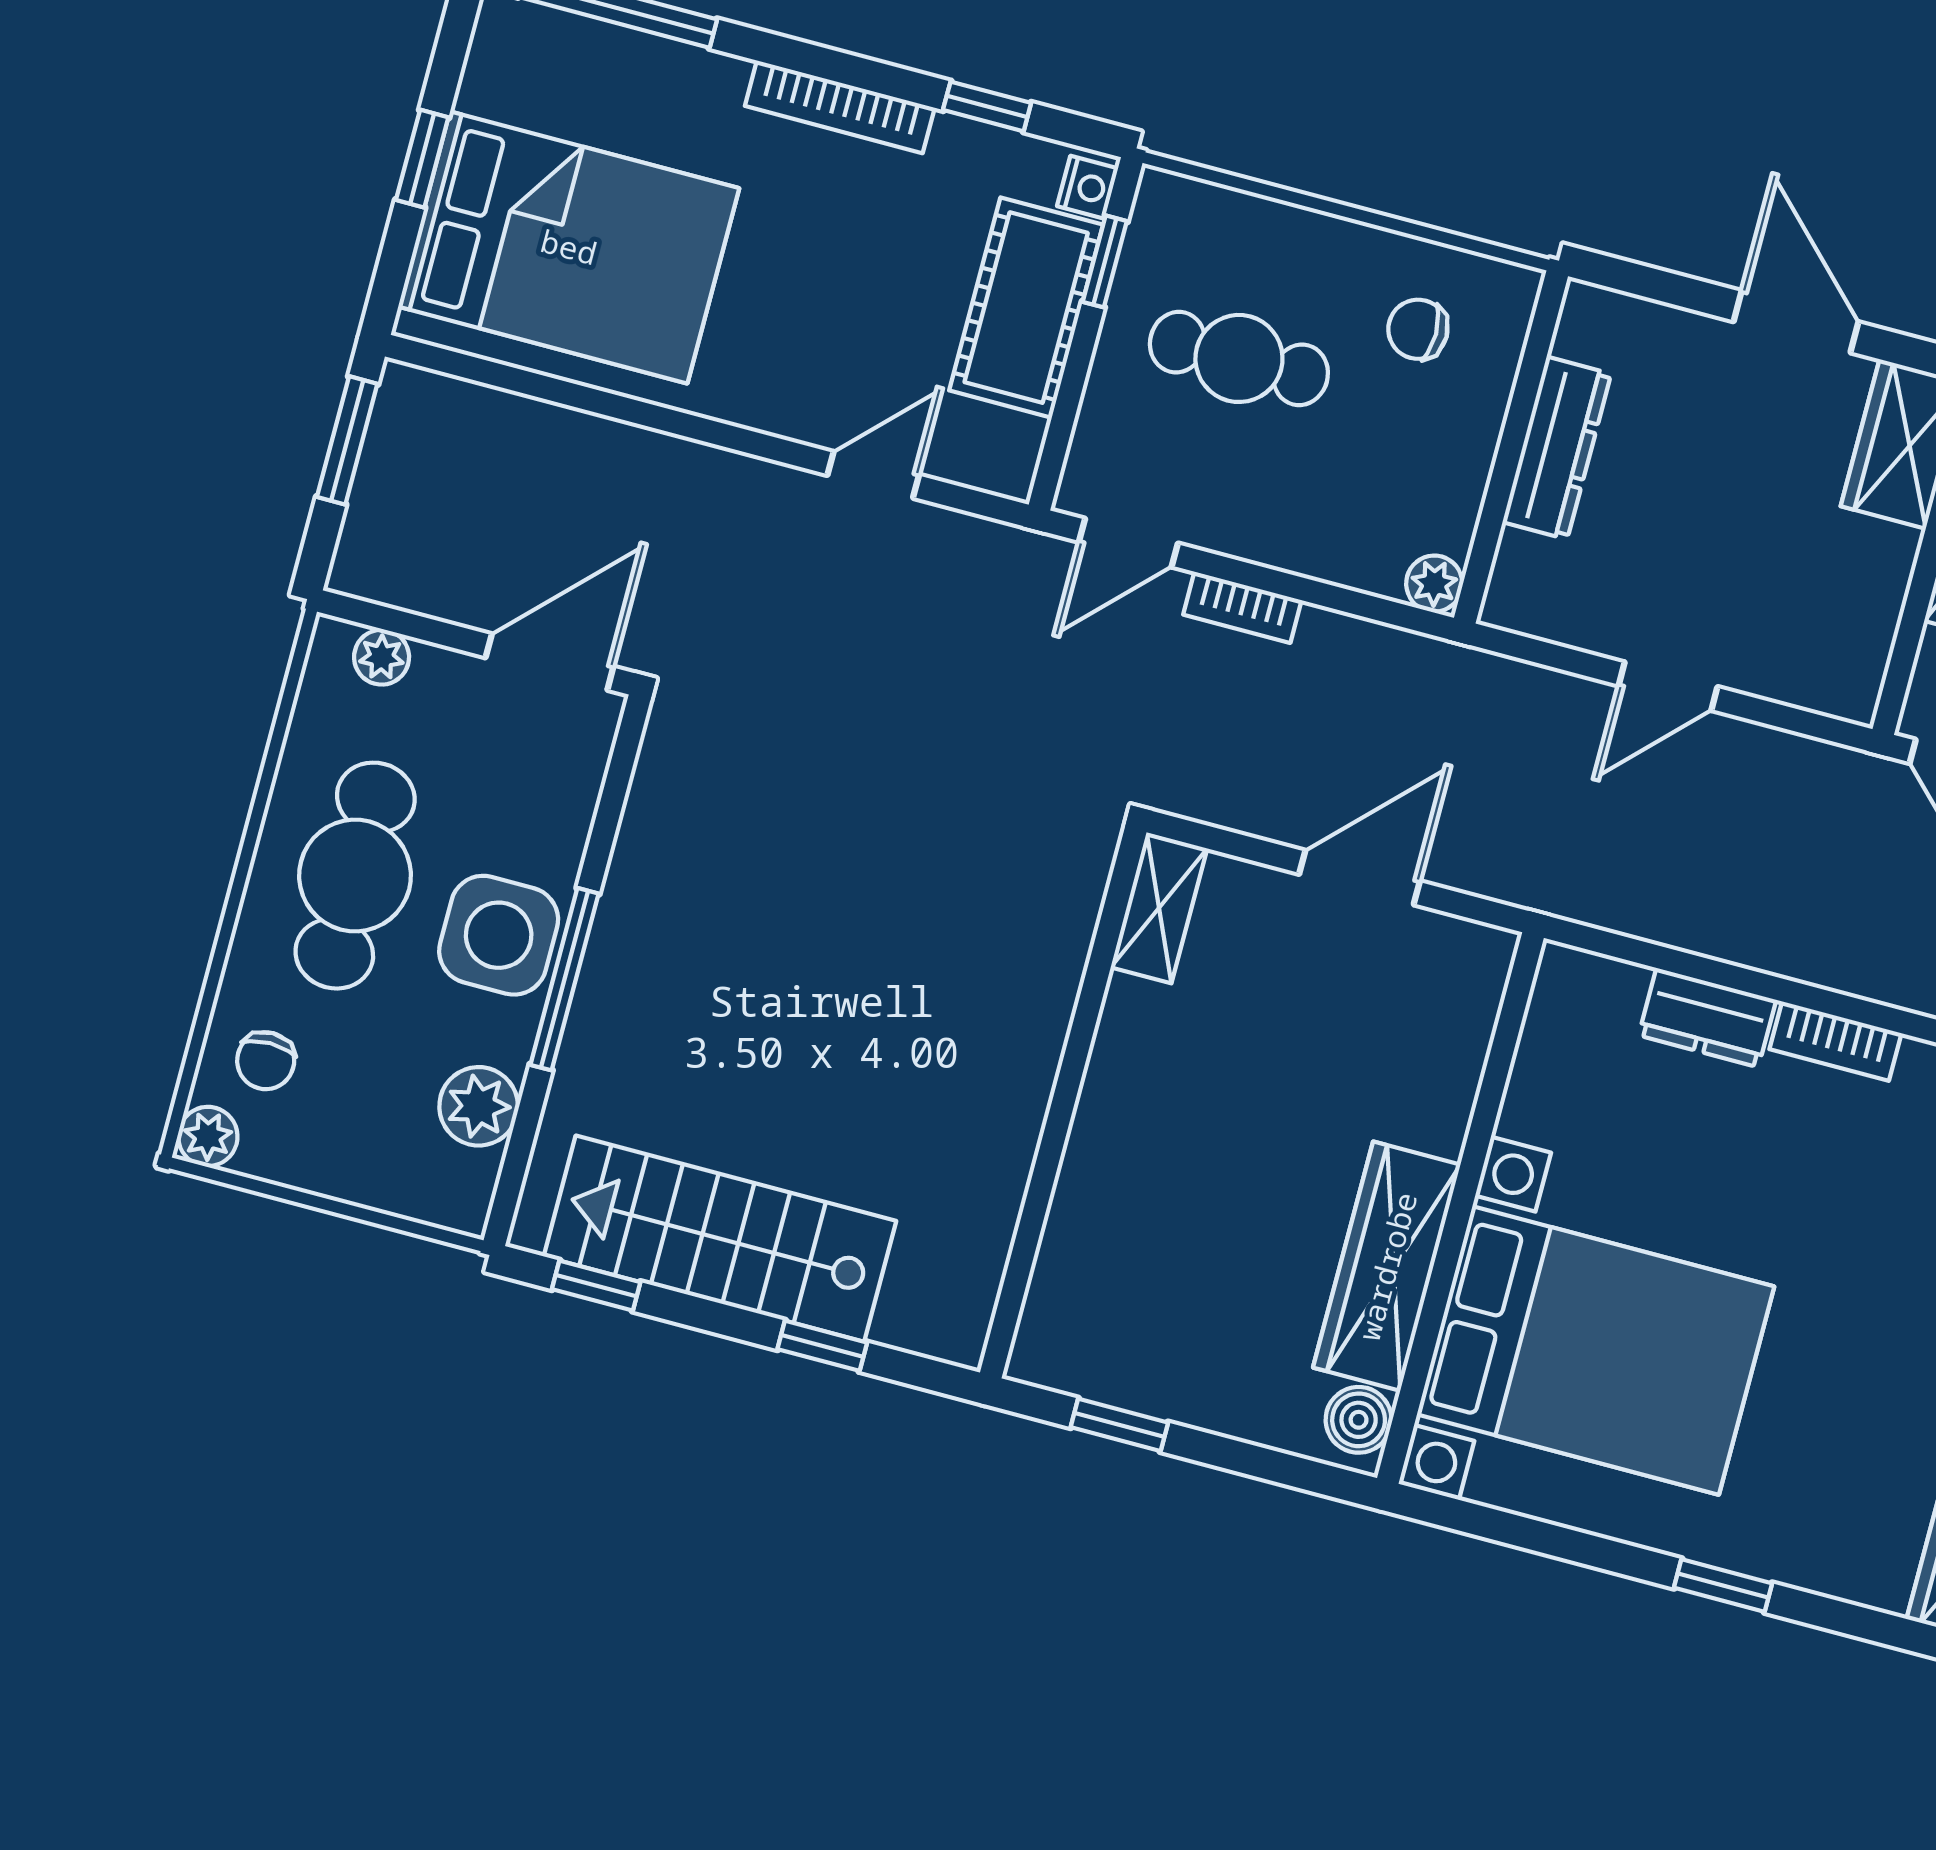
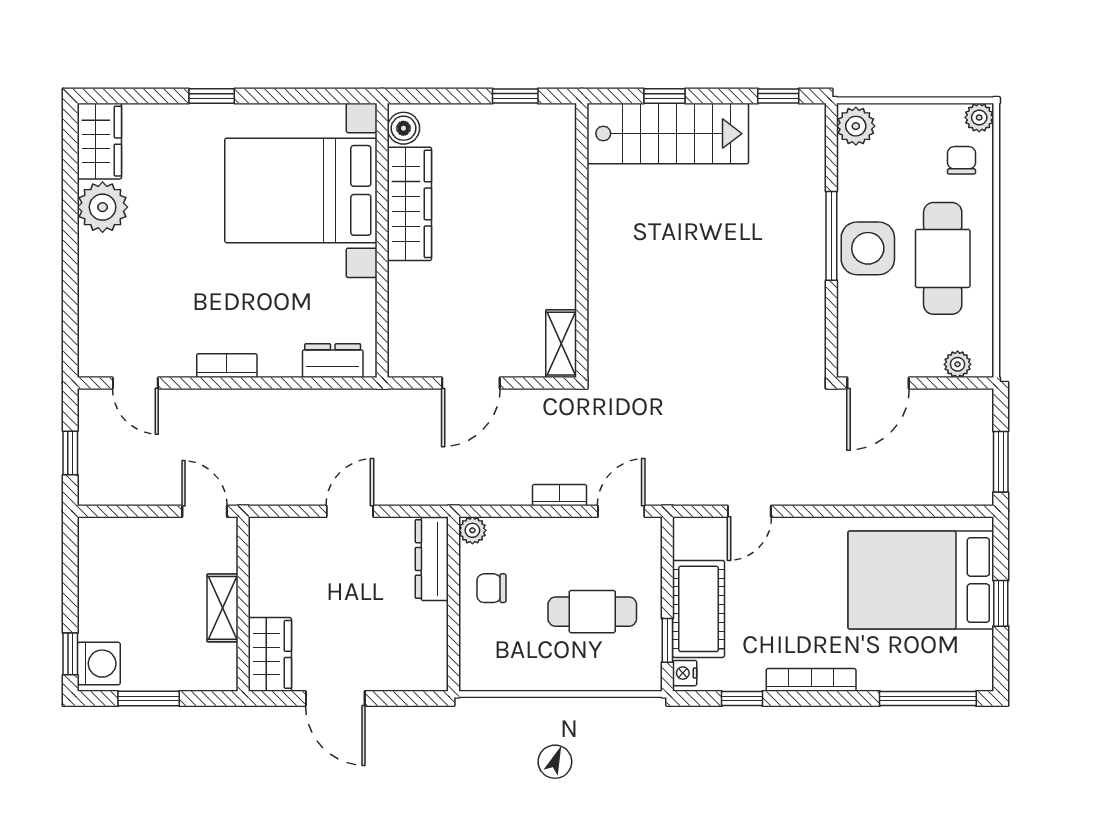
chair: (1418, 329) -> (491, 588), moved, turned 180
dresser: (1557, 448) -> (432, 559), moved
dresser: (1707, 1018) -> (333, 361), moved
plant: (479, 1106) -> (856, 126), moved
stairs: (720, 1239) -> (668, 134), moved

